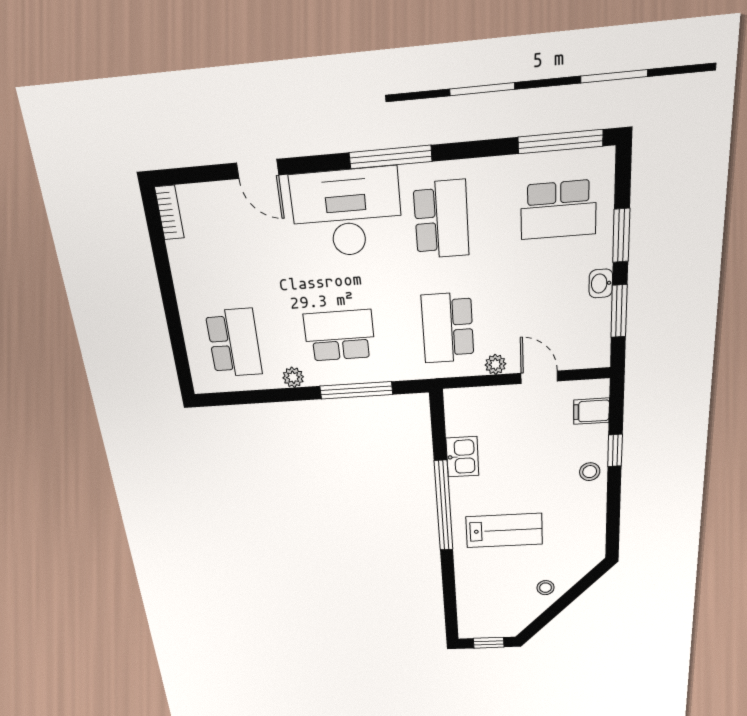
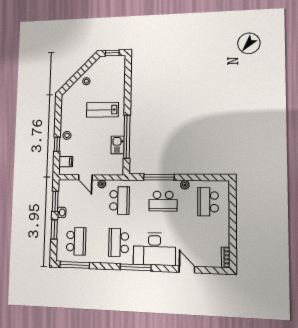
school desk: (558, 210) -> (76, 241), turned 90
window: (444, 506) -> (127, 137), moved

